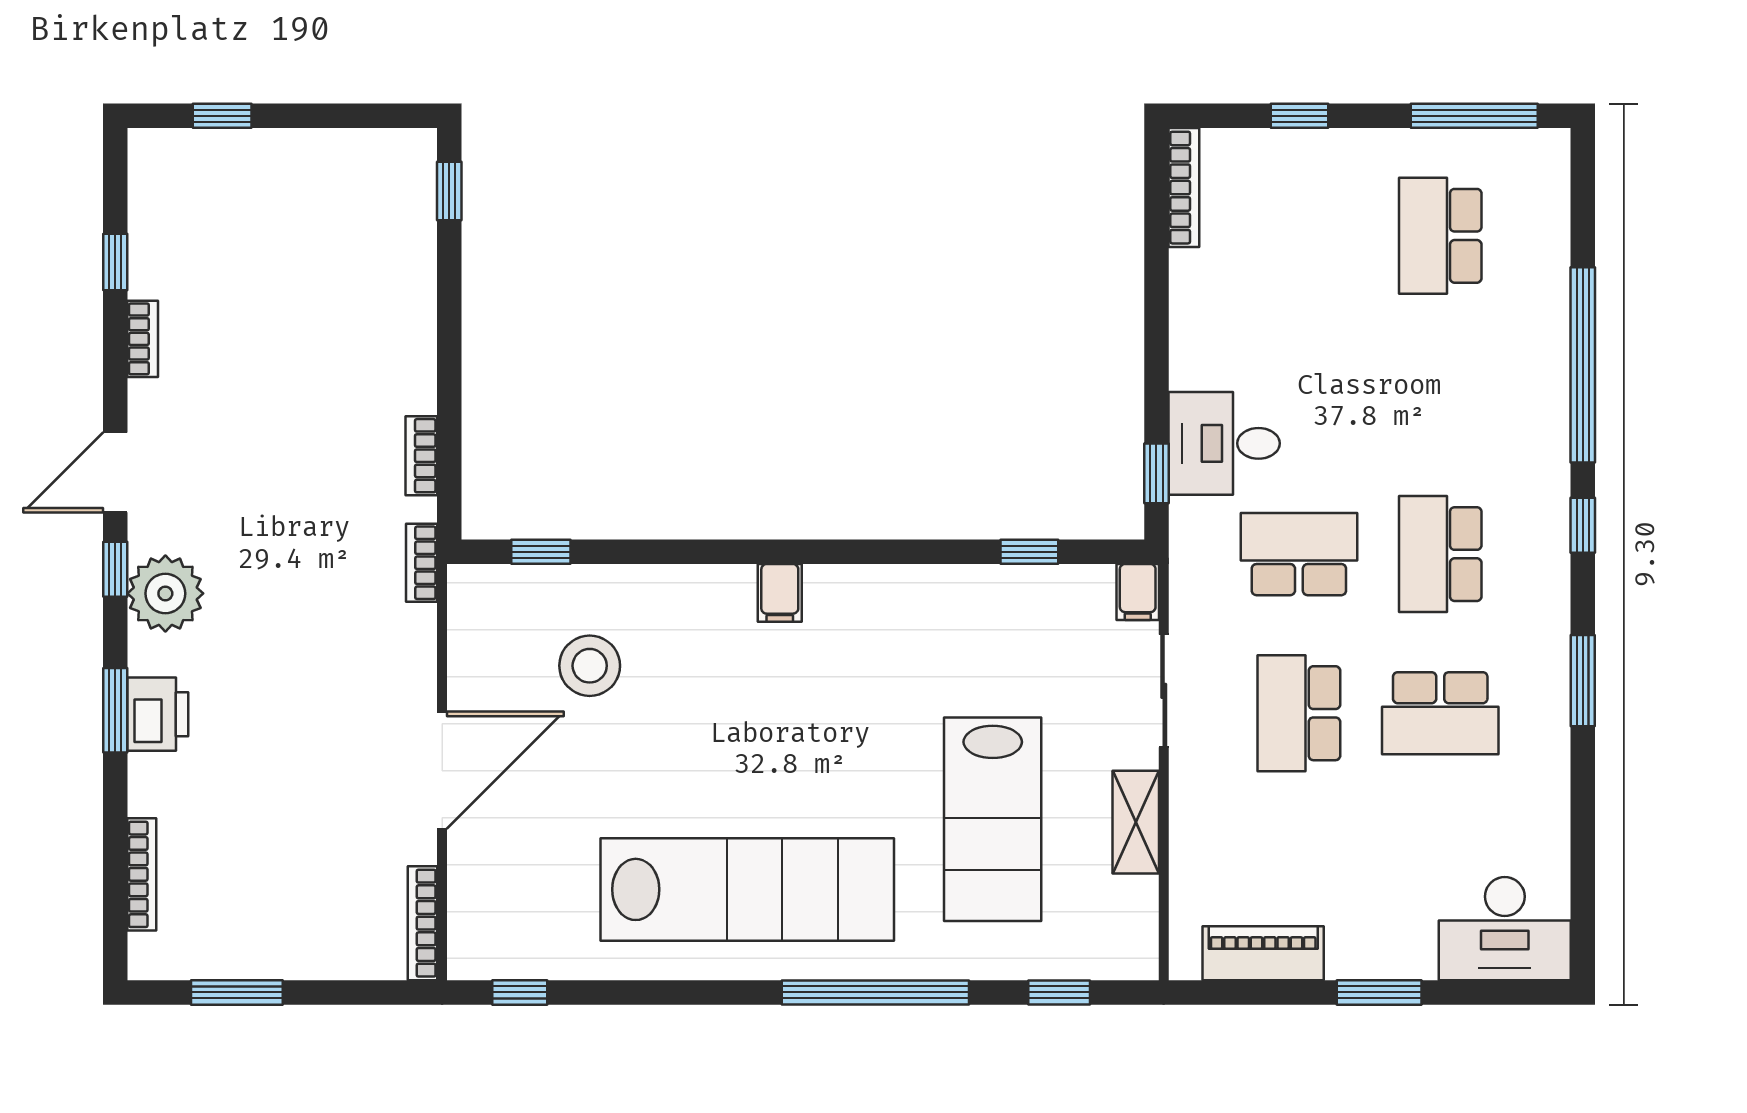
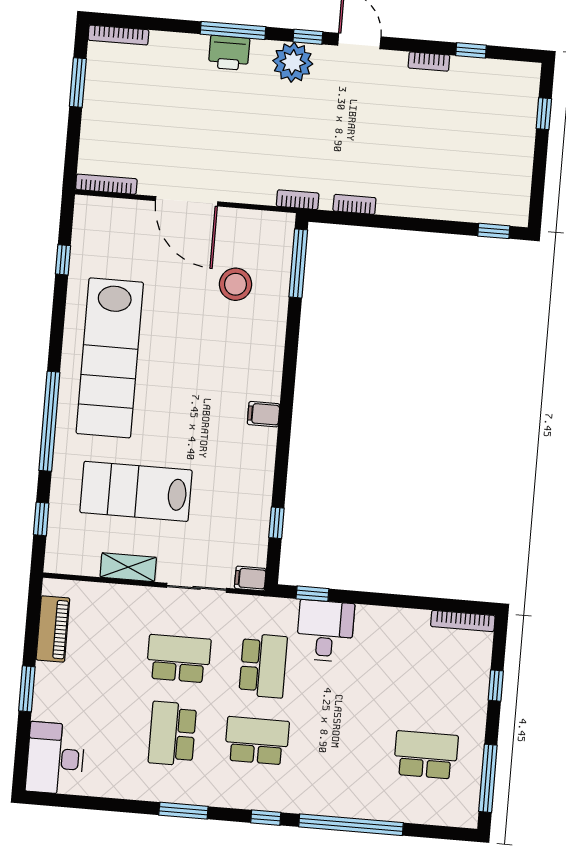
window: (541, 552) -> (298, 263), width x2.17
filing cabinet: (780, 593) -> (264, 414), moved
window: (115, 710) -> (233, 30), width x1.44
bookcase: (142, 874) -> (118, 35), moved
window: (520, 992) -> (63, 260), moved

